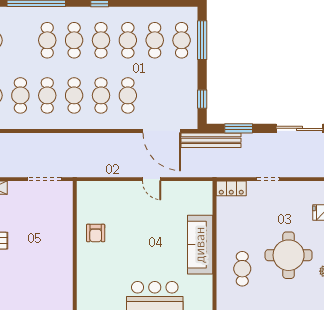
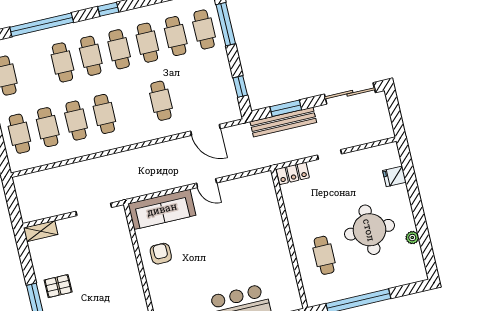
cafe table: (101, 95) -> (133, 107), removed
door: (162, 131) -> (205, 130), width x0.73
bench: (211, 140) -> (283, 122), moved
armchair: (96, 233) -> (161, 254), turned 180
sofa: (200, 245) -> (162, 209), moved, turned -90

